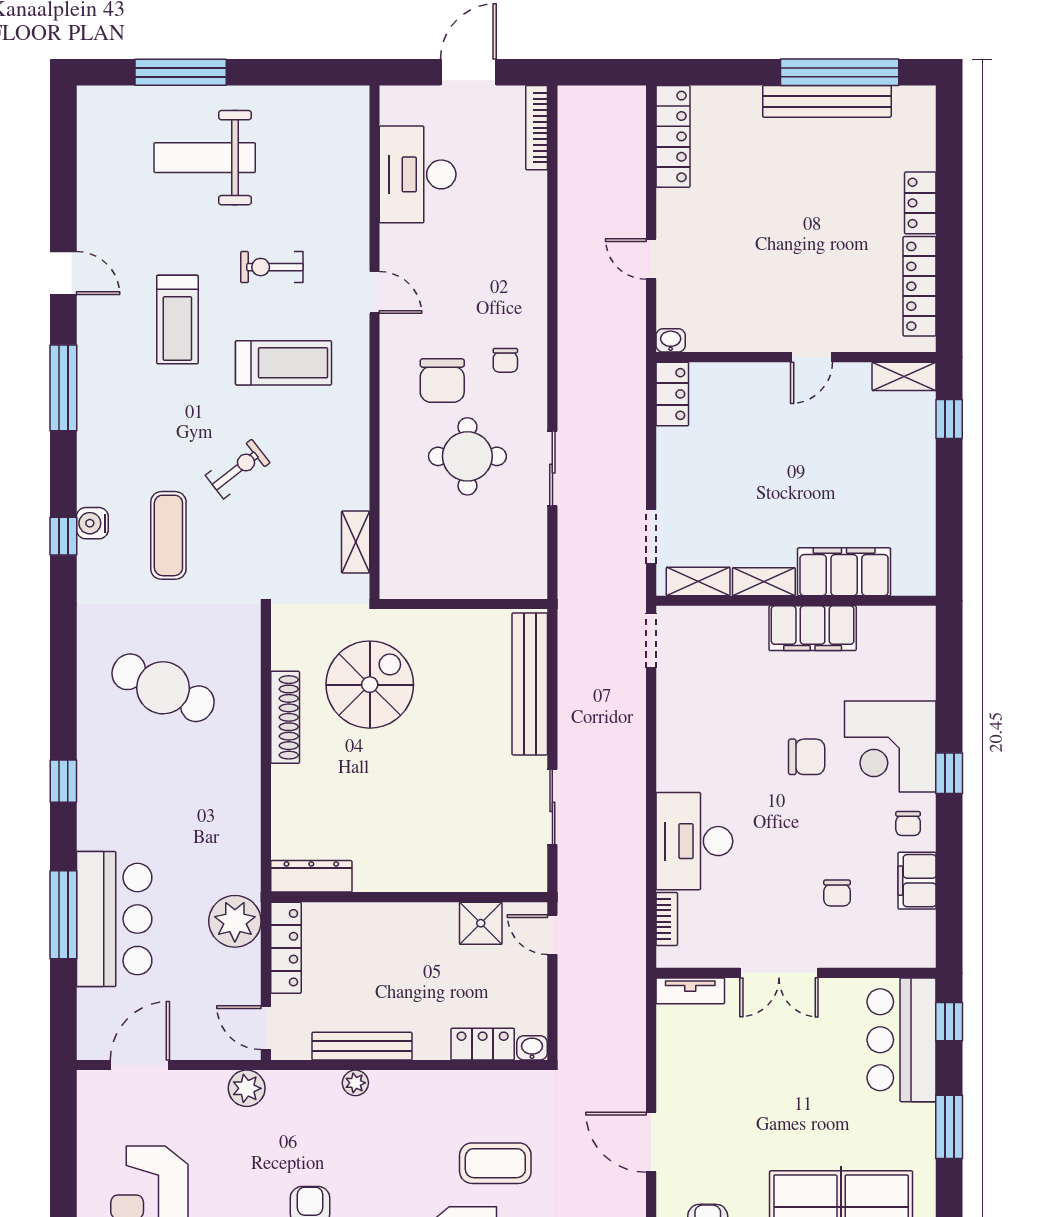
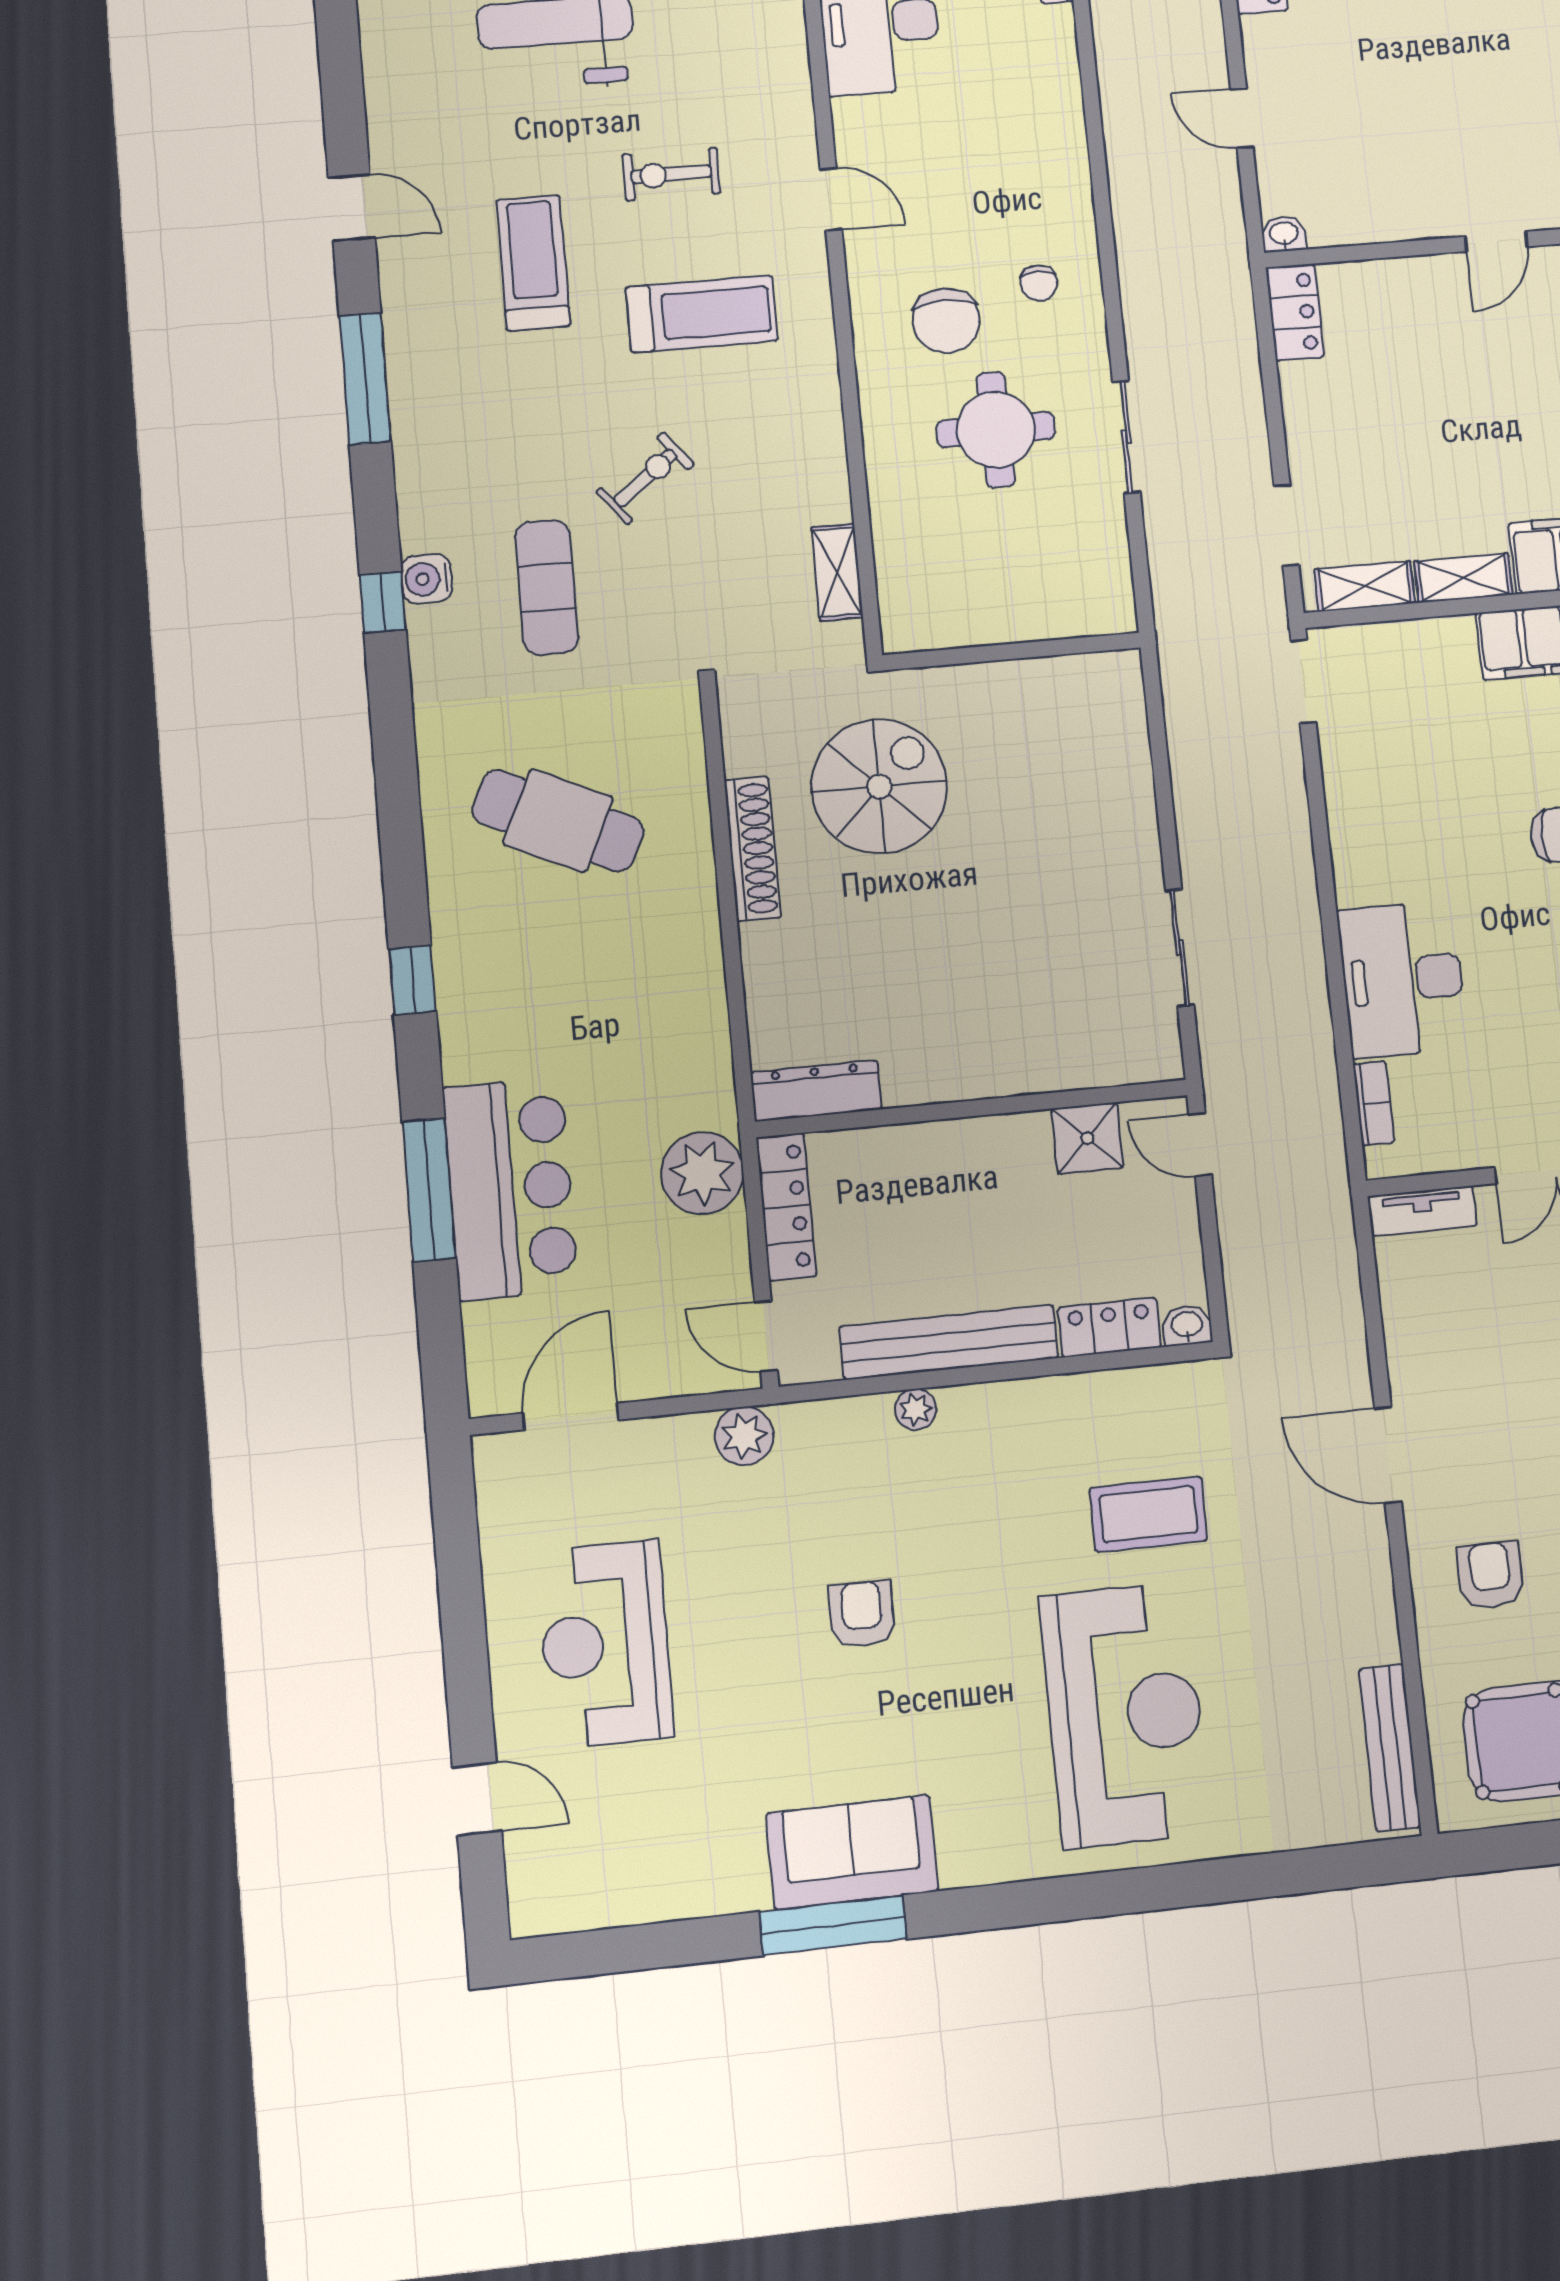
treadmill: (177, 320) -> (533, 263), turned 180
bench: (530, 684) -> (1125, 763), removed
bench: (362, 1046) -> (949, 1342), width x1.37, depth x1.21

